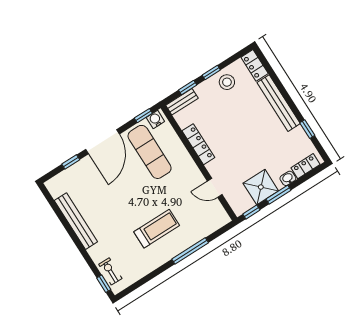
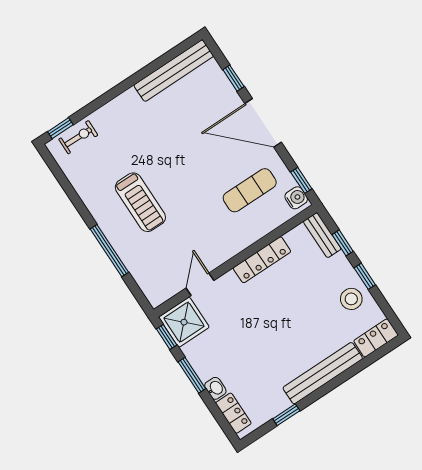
exercise mat: (150, 152) -> (250, 190), width x0.73, depth x0.69
shower: (261, 187) -> (184, 322), moved
bench: (76, 221) -> (174, 71), moved

